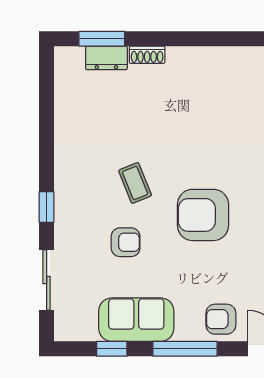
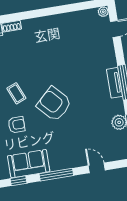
armchair: (203, 215) -> (54, 104), turned 47
armchair: (221, 319) -> (72, 156), removed

